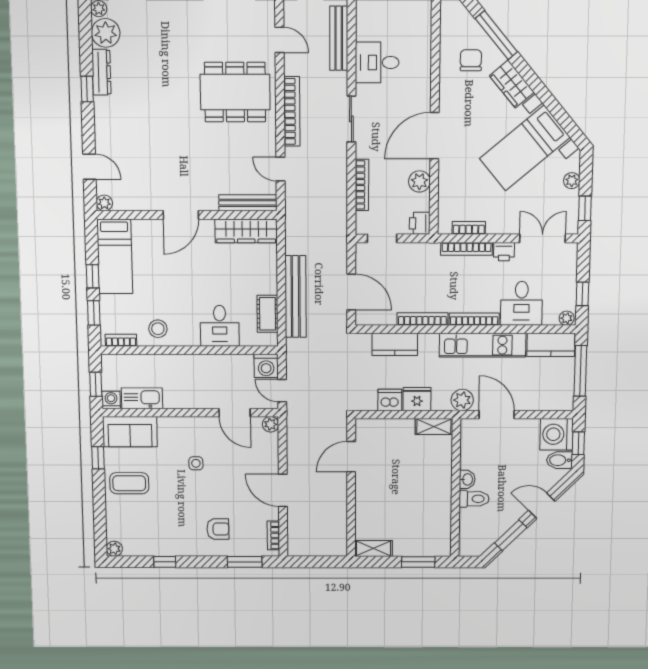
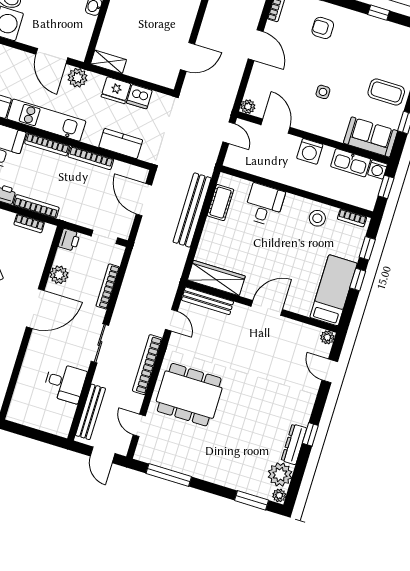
washing machine: (266, 366) -> (310, 151), moved, turned 180

